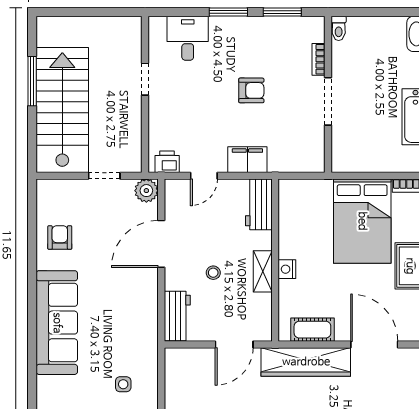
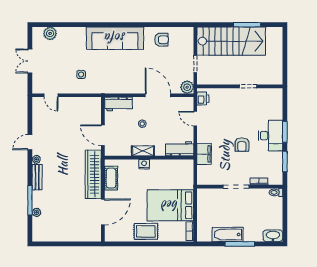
desk: (188, 38) -> (271, 136), moved, width x1.37
filing cabinet: (247, 160) -> (204, 154), moved

